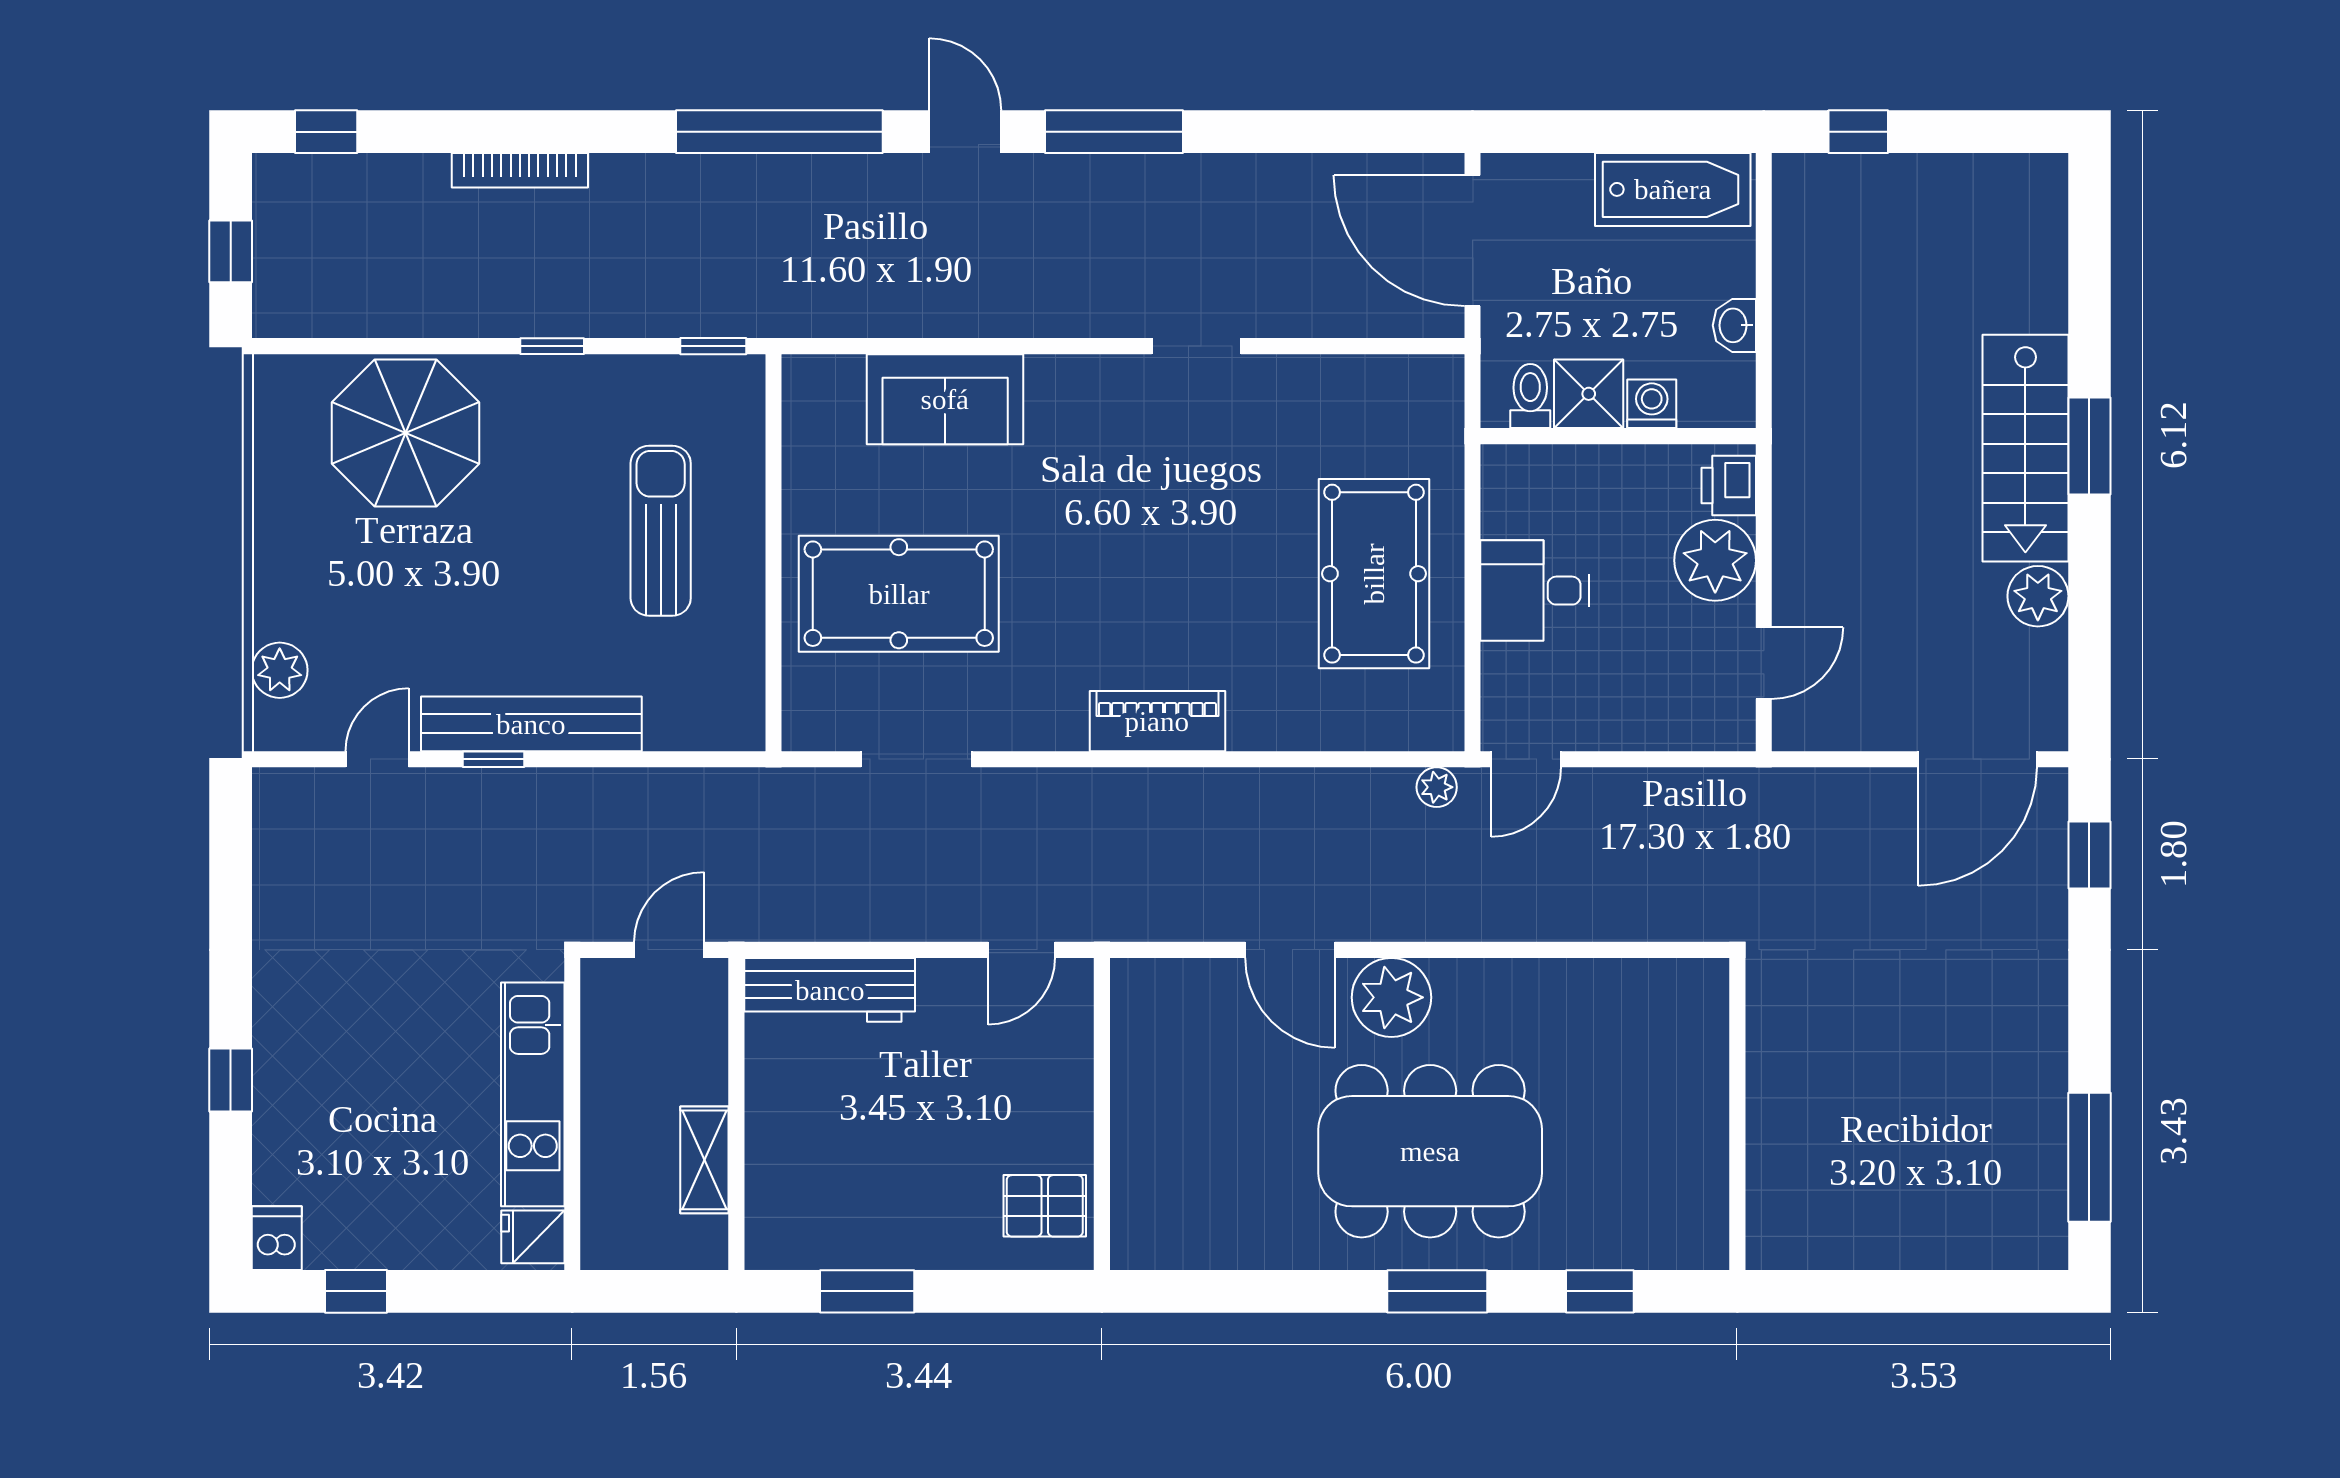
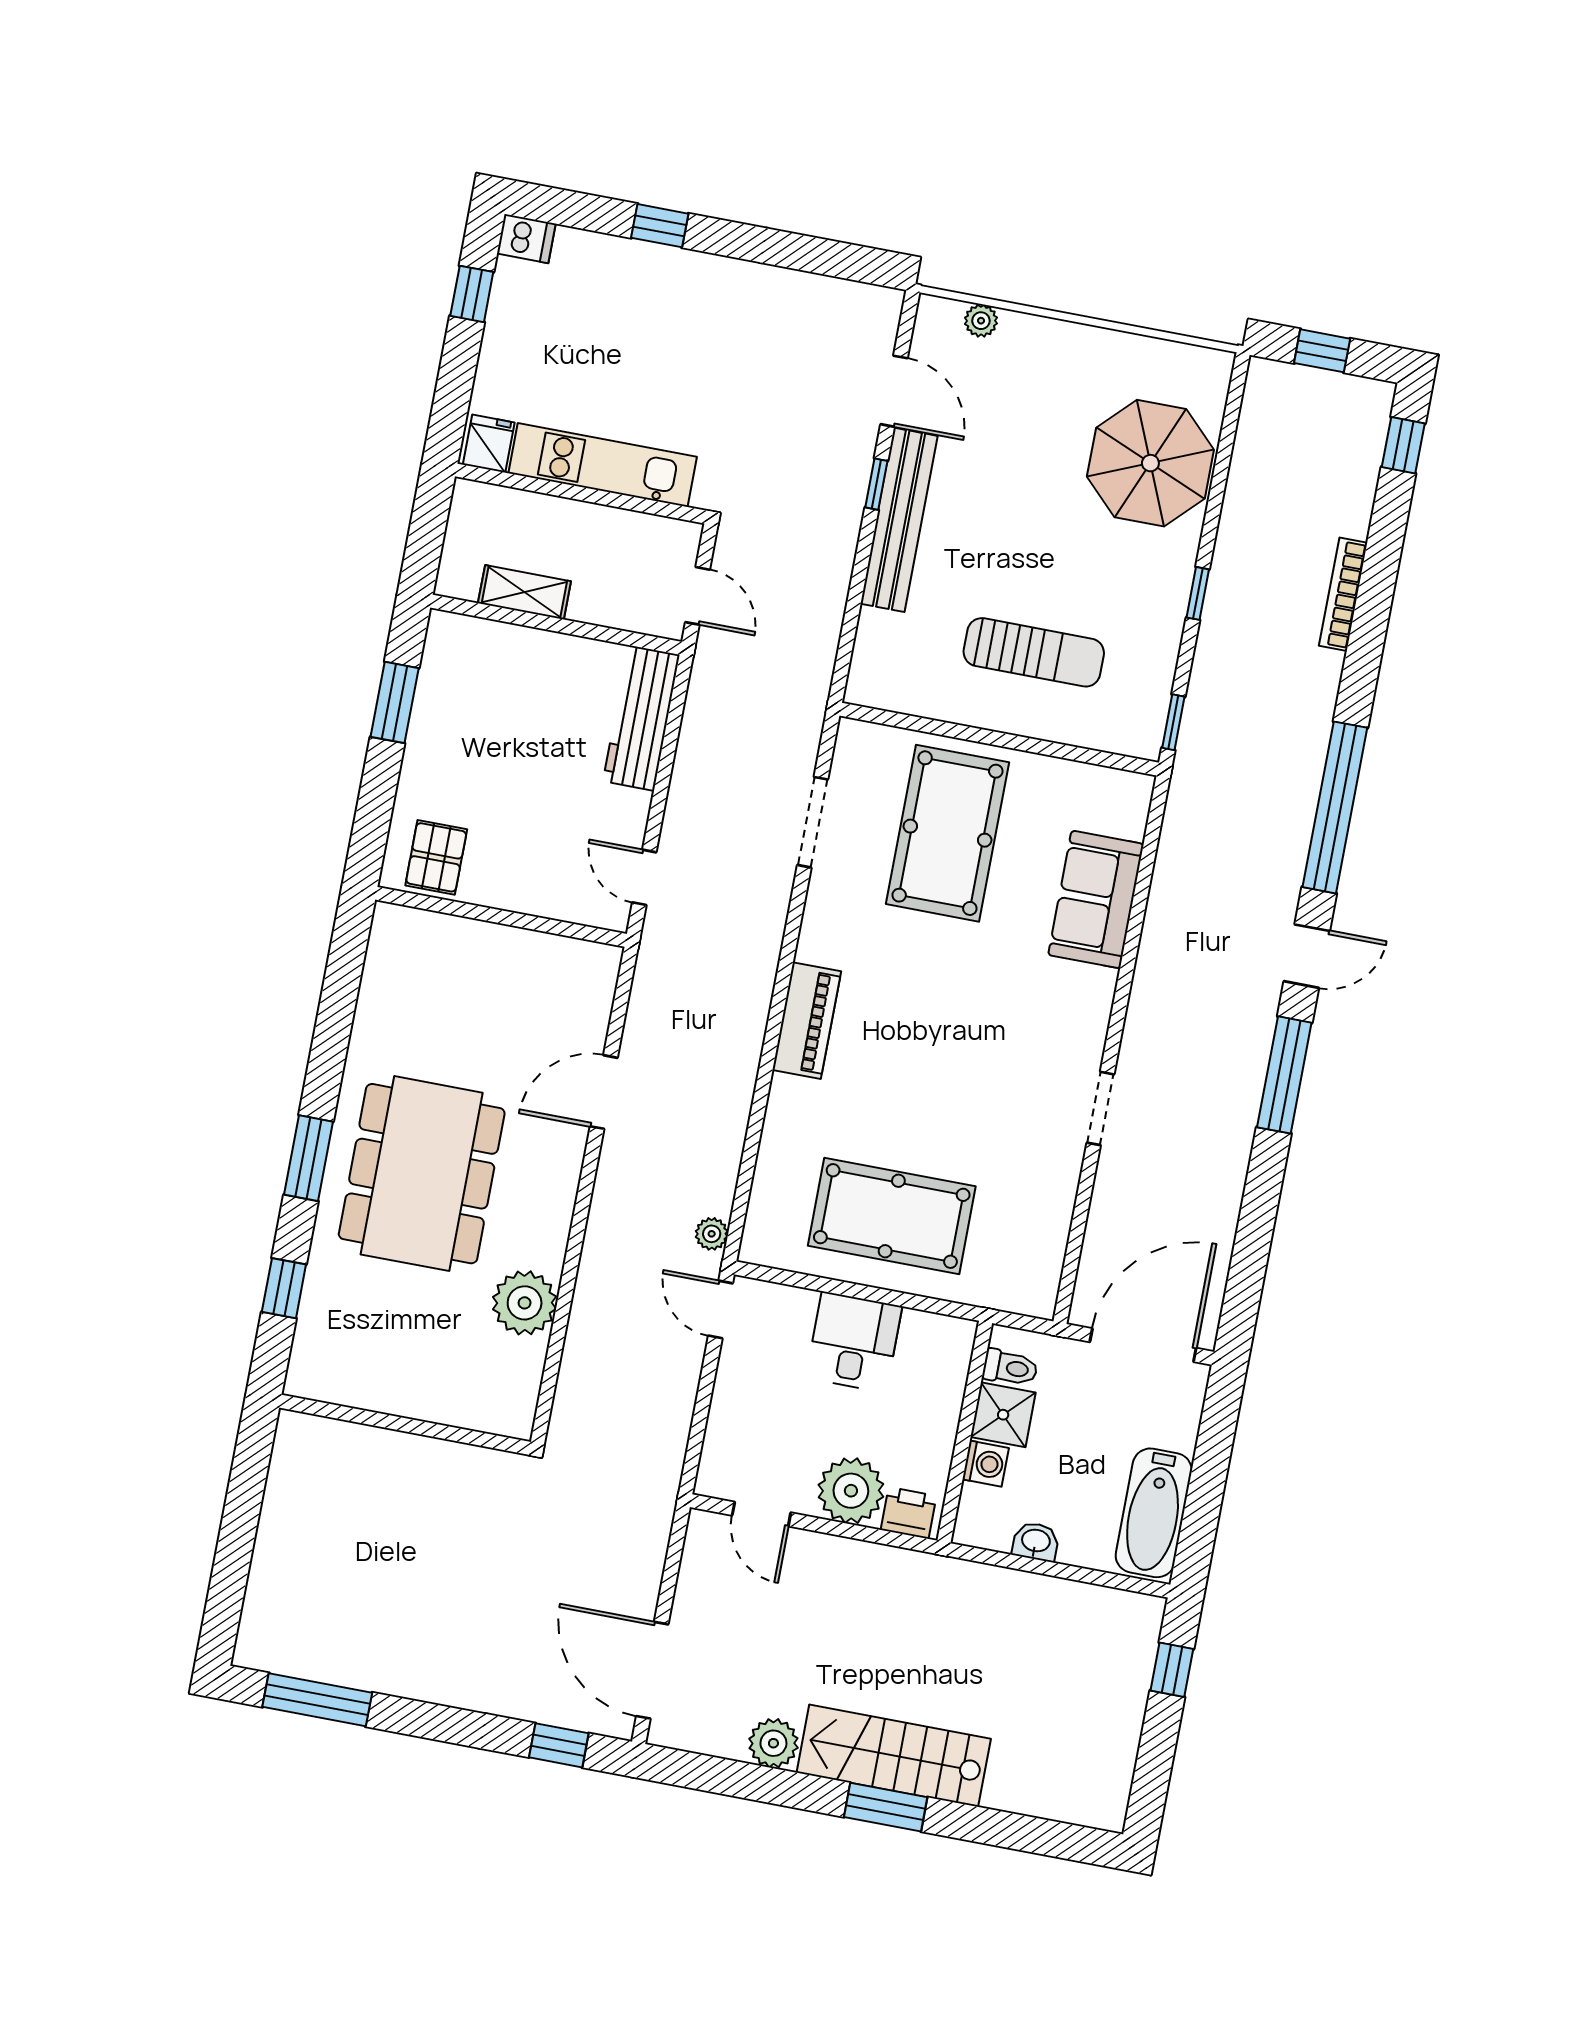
plant: (280, 670) -> (981, 321), width x0.73, depth x0.73
door: (377, 759) -> (894, 391), width x1.38
plant: (1391, 997) -> (525, 1303), moved

